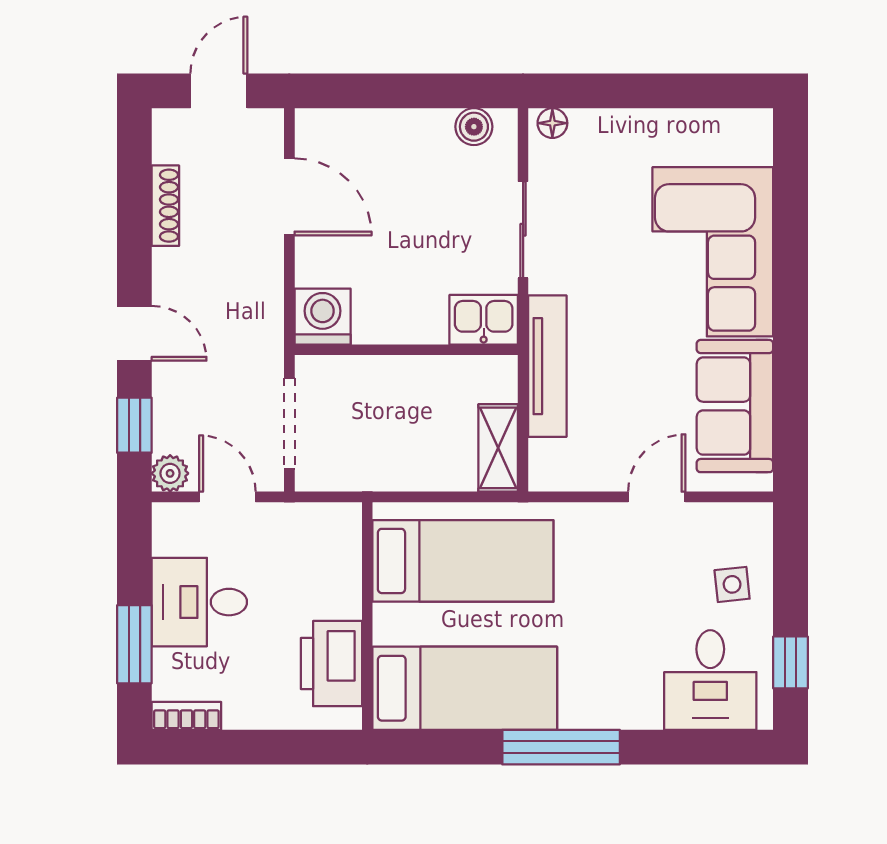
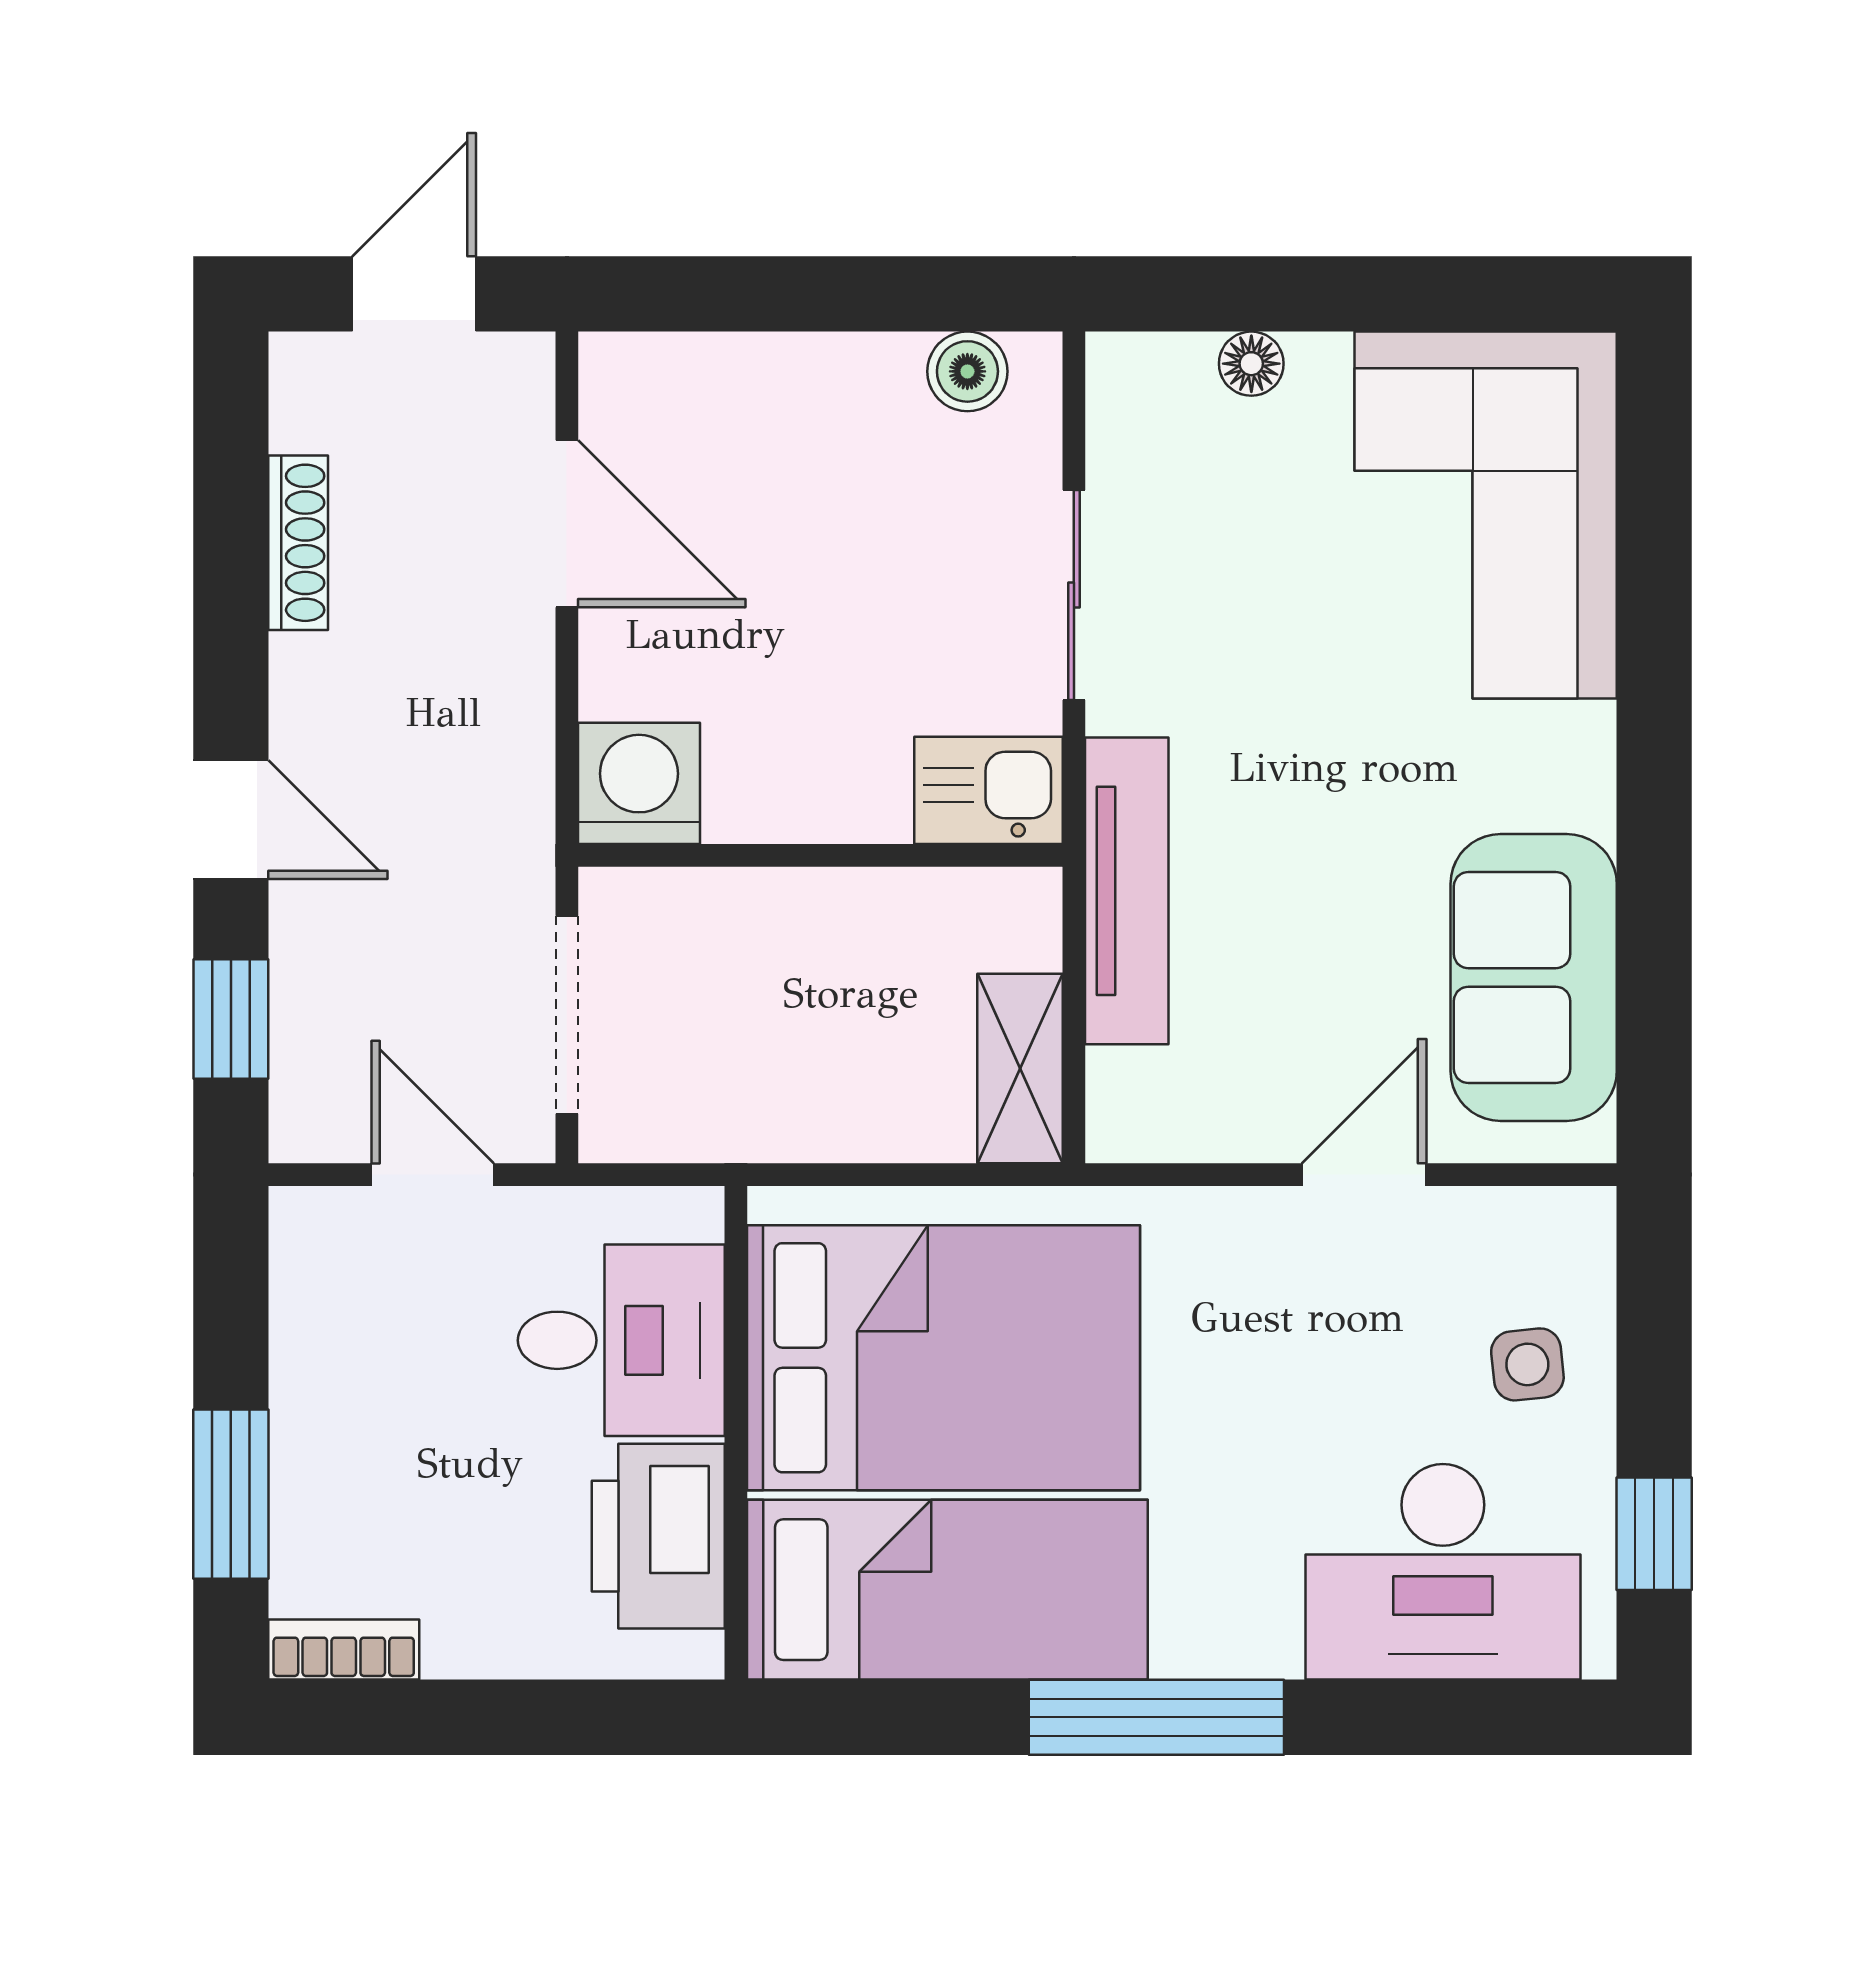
floor lamp: (552, 123) -> (1251, 364), moved
corner sofa: (713, 252) -> (1486, 515), moved
plant: (170, 473) -> (308, 1124), removed
bed: (463, 561) -> (944, 1358), width x1.50
desk: (199, 602) -> (621, 1340), moved, turned 180
desk: (710, 680) -> (1443, 1572), width x1.37

